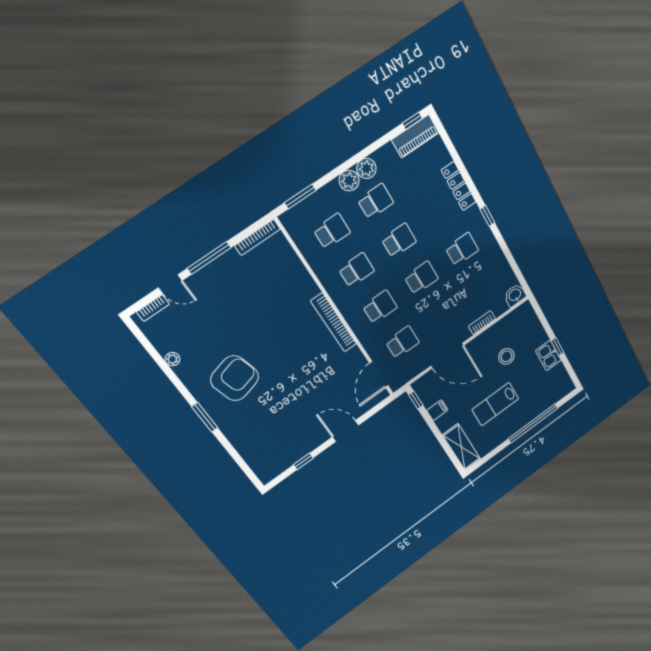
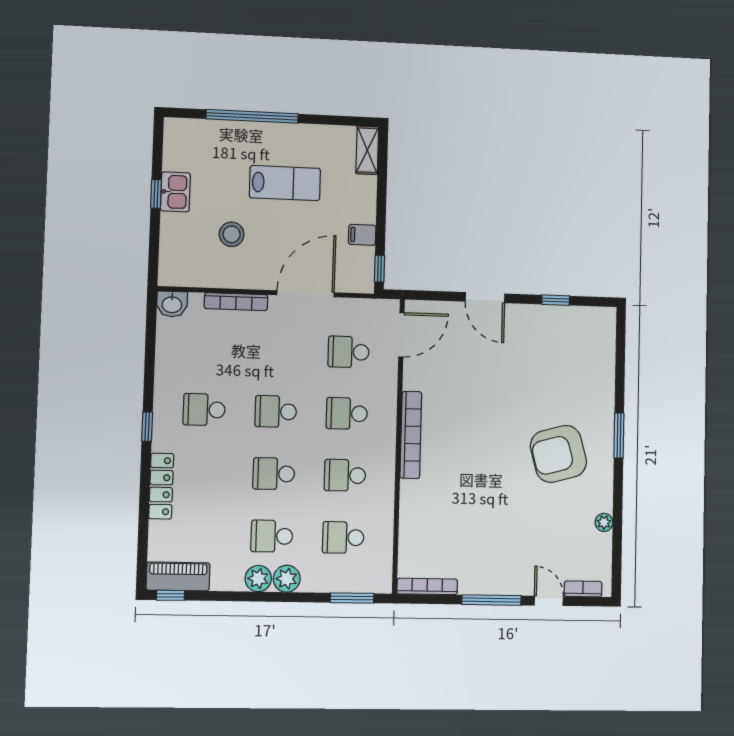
bookcase: (482, 323) -> (236, 302), width x1.56
door: (447, 356) -> (306, 294), hinge flipped
shelving: (462, 447) -> (367, 150), width x0.67, depth x0.75

